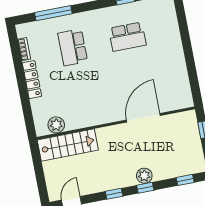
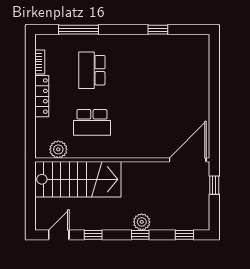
school desk: (127, 37) -> (92, 122), moved
door: (143, 118) -> (188, 160), moved
stairs: (68, 145) -> (78, 179), width x1.36, depth x1.51
window: (114, 194) -> (93, 235), moved

